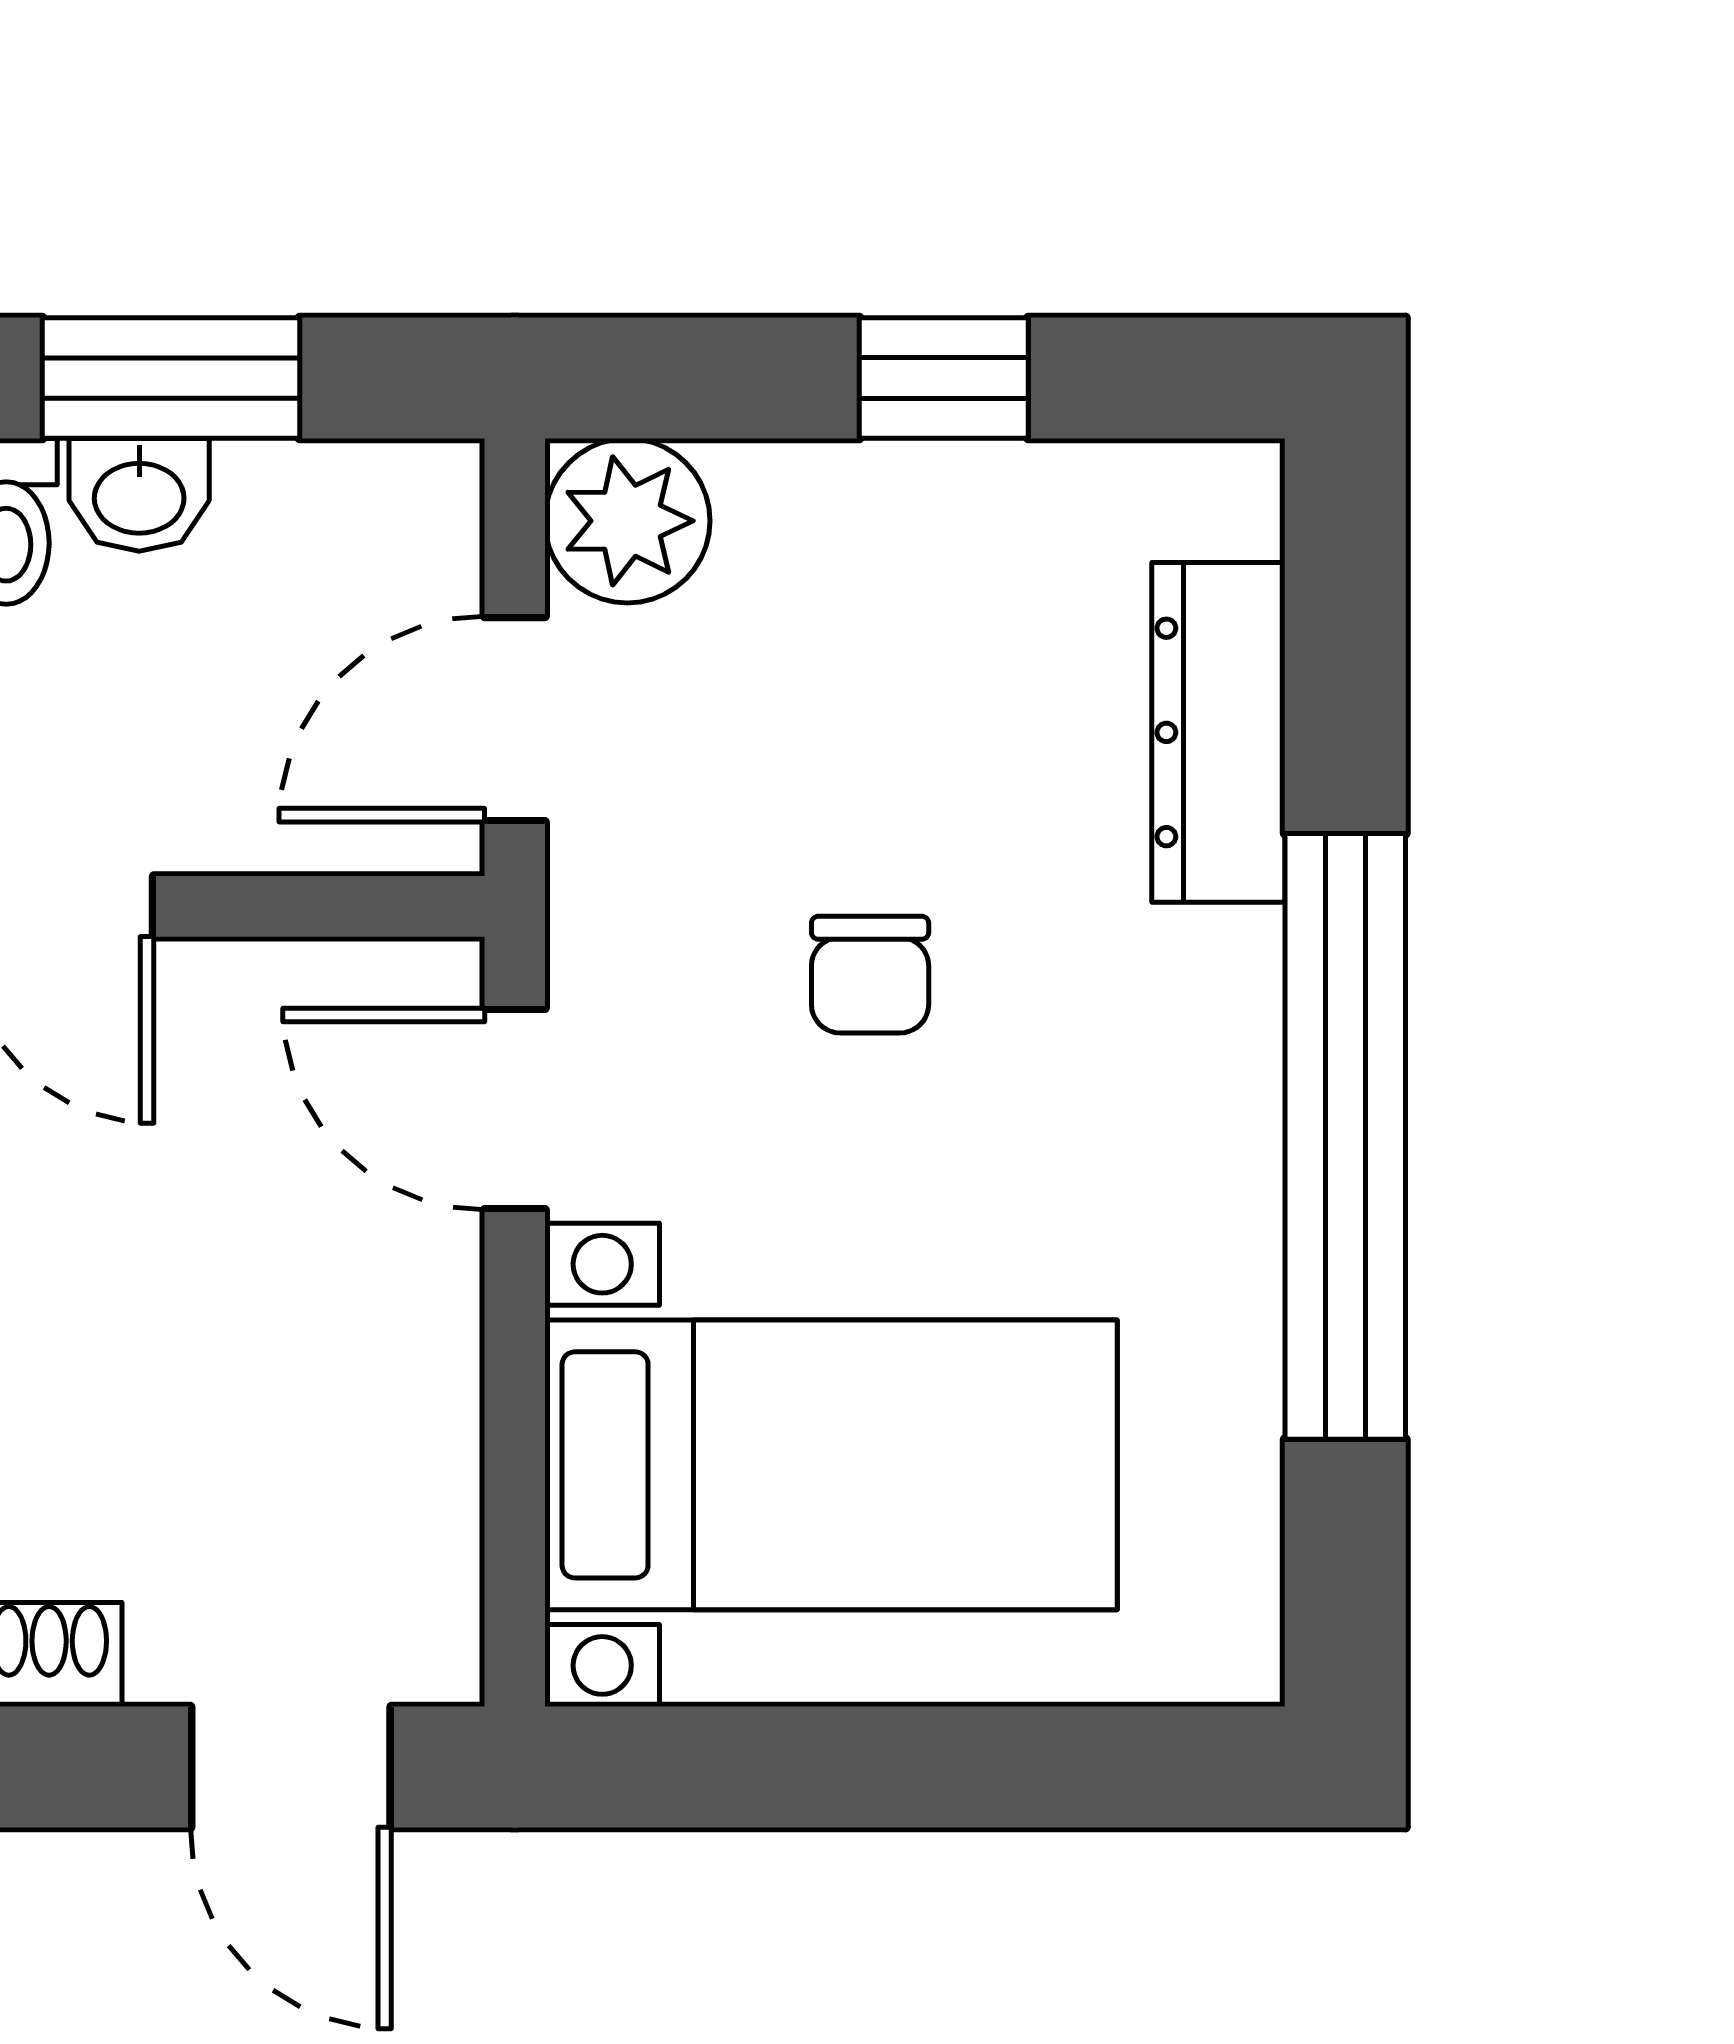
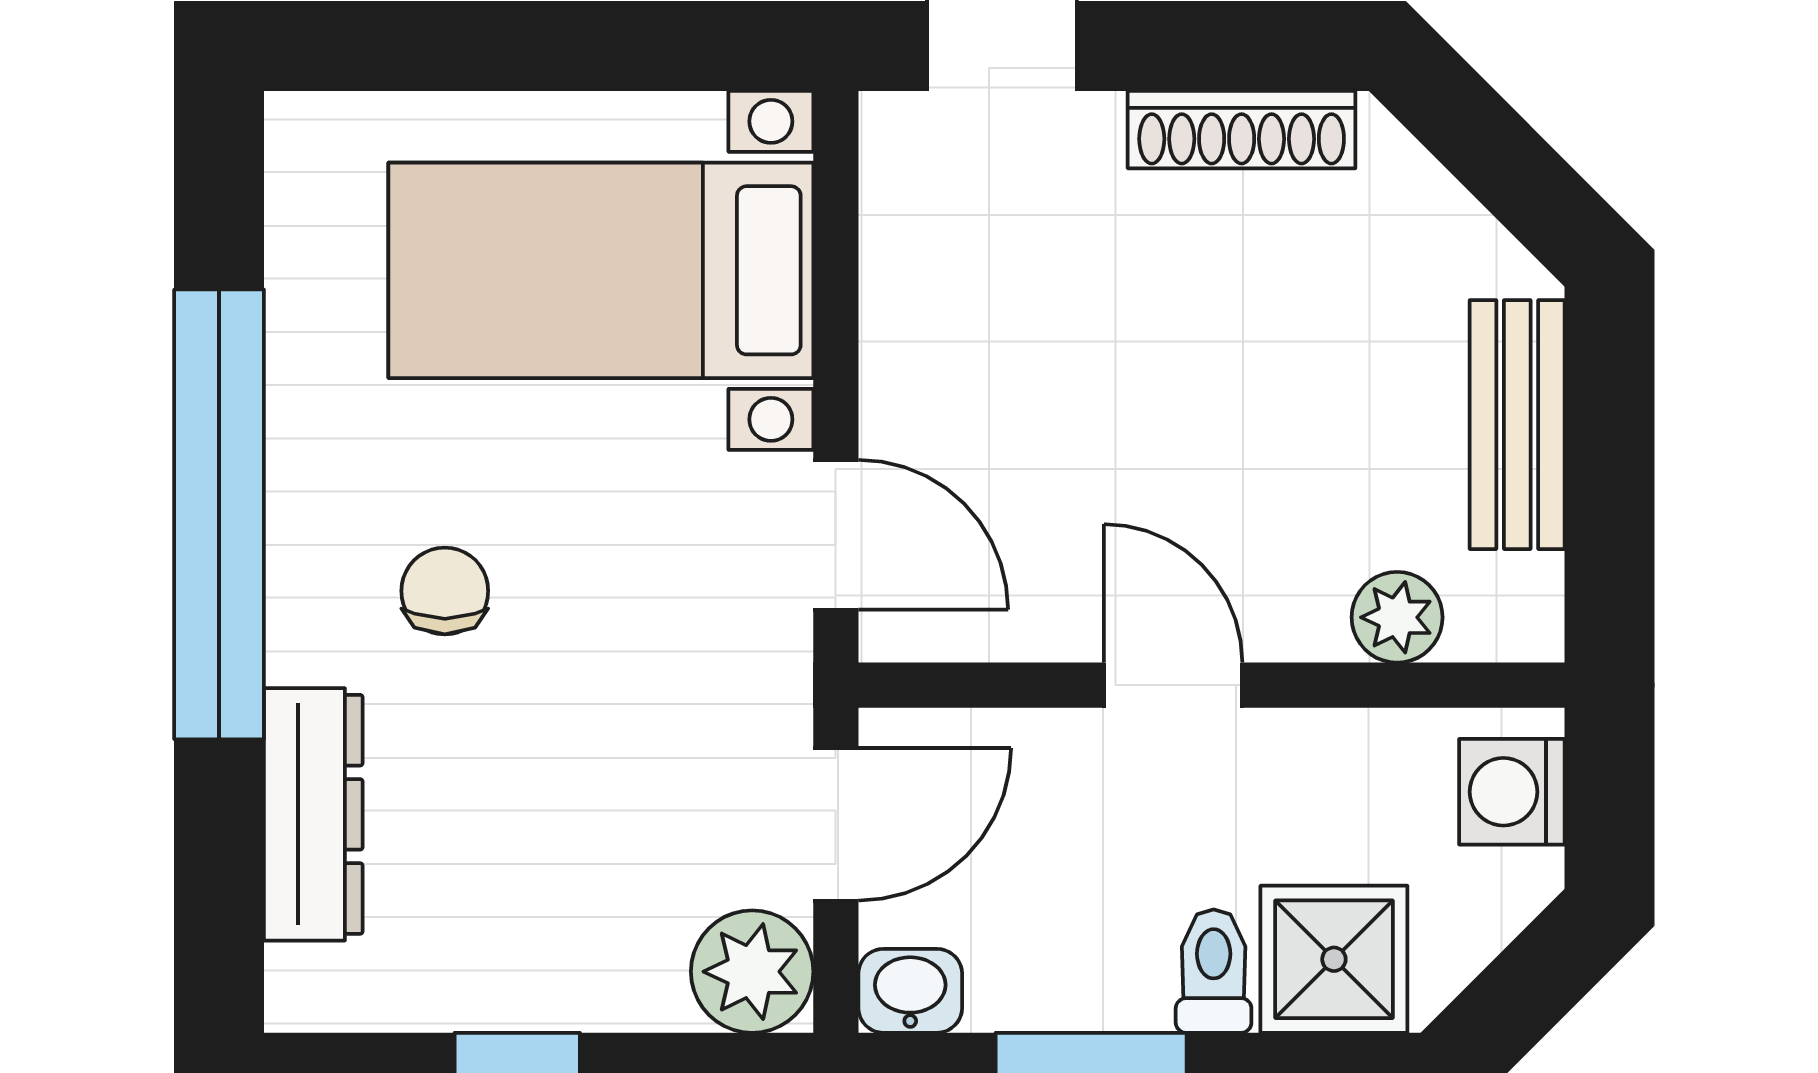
washbasin: (139, 495) -> (910, 991), moved
chair: (870, 975) -> (445, 591), moved

